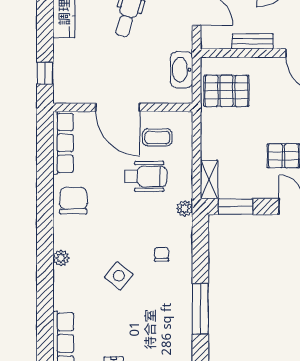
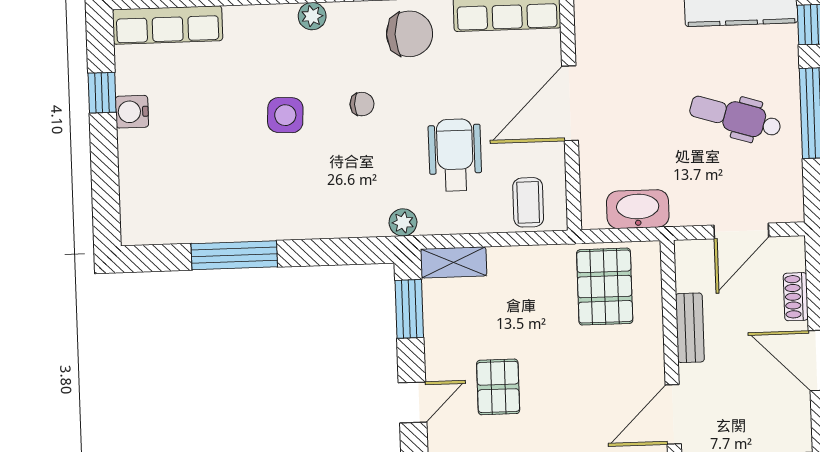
coffee table: (157, 137) -> (528, 202), moved
wheelchair: (146, 176) -> (455, 155), turned 180
chair: (162, 254) -> (362, 104), moved
side table: (119, 276) -> (285, 115), turned -36

